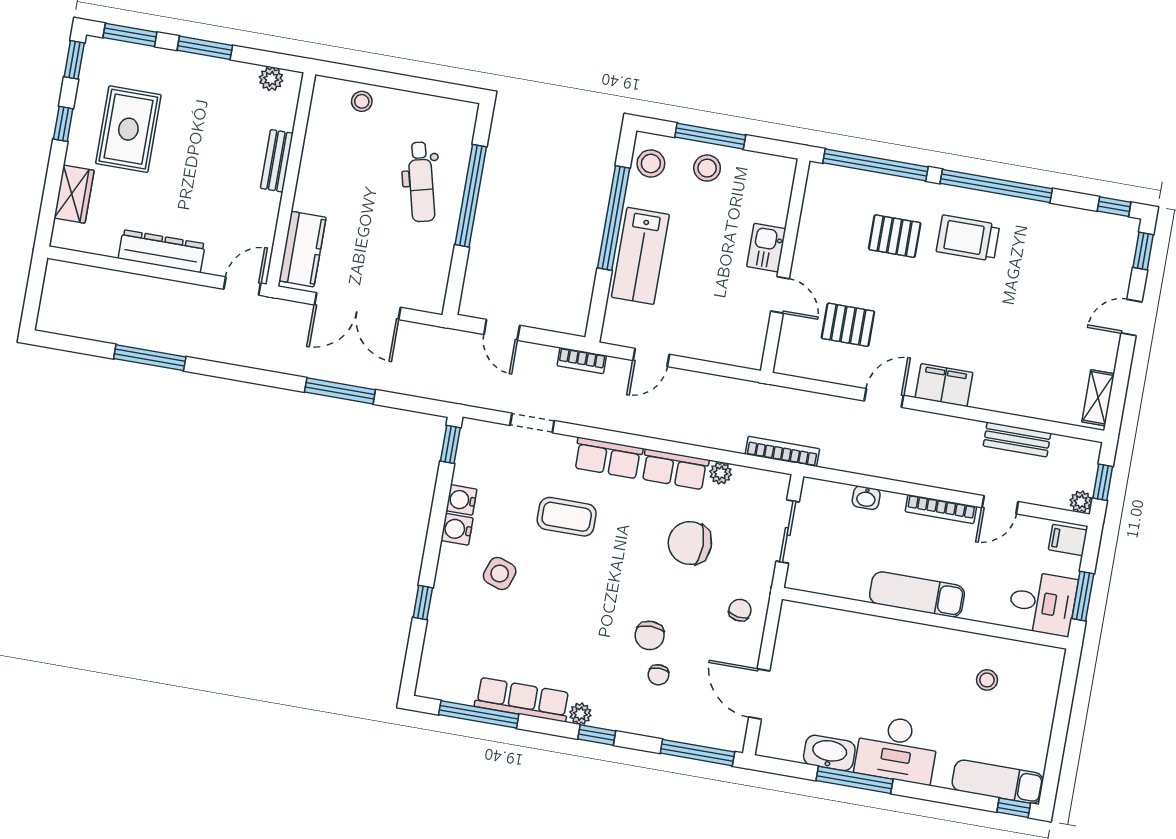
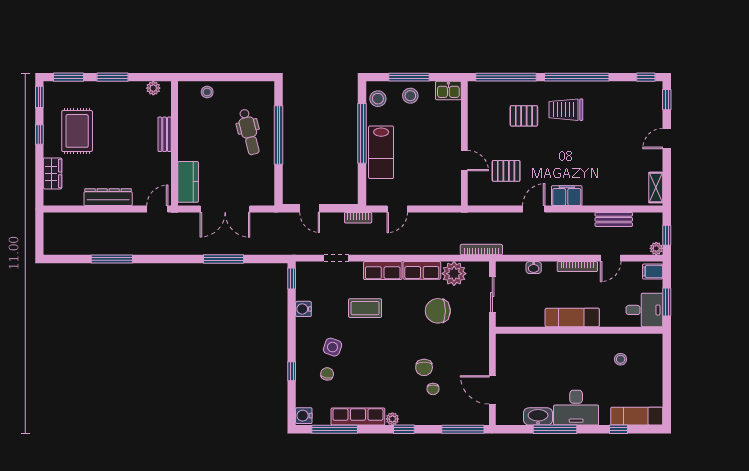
kitchen sink: (766, 248) -> (448, 91), moved, turned -90
plant: (721, 473) -> (454, 274), width x1.87, depth x1.87
water cooler: (457, 529) -> (304, 416), moved
chair: (740, 610) -> (327, 374), moved
window: (1014, 808) -> (618, 429), moved

